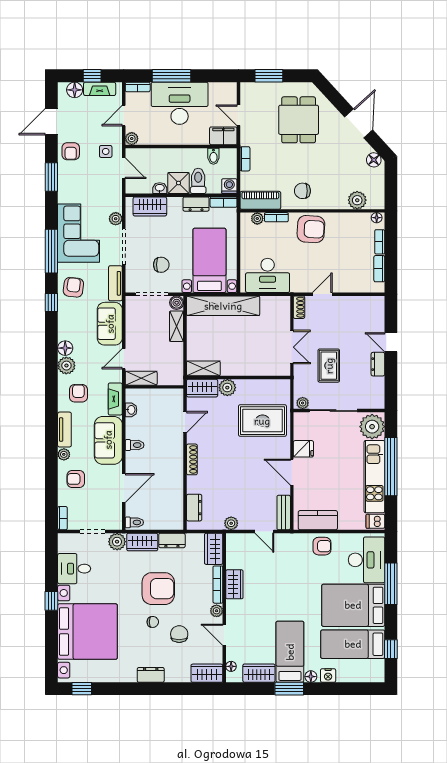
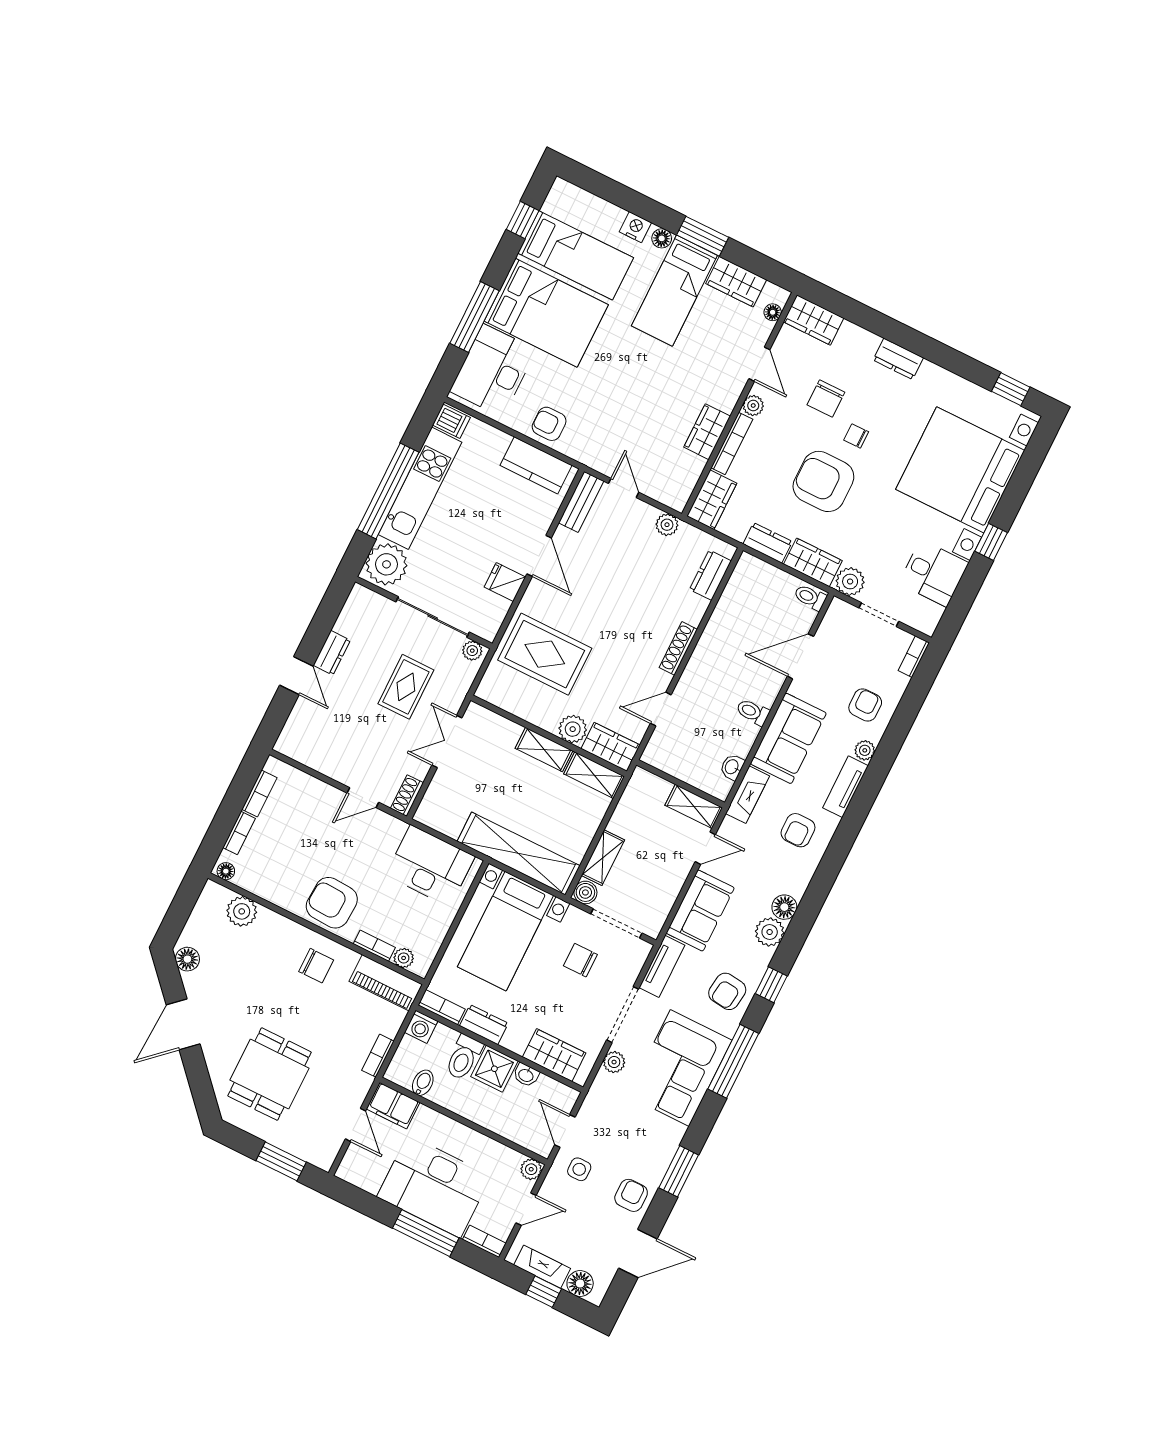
plant: (66, 366) -> (770, 932), moved
shelving: (237, 369) -> (544, 750), added
armchair: (76, 479) -> (865, 705), turned -90

